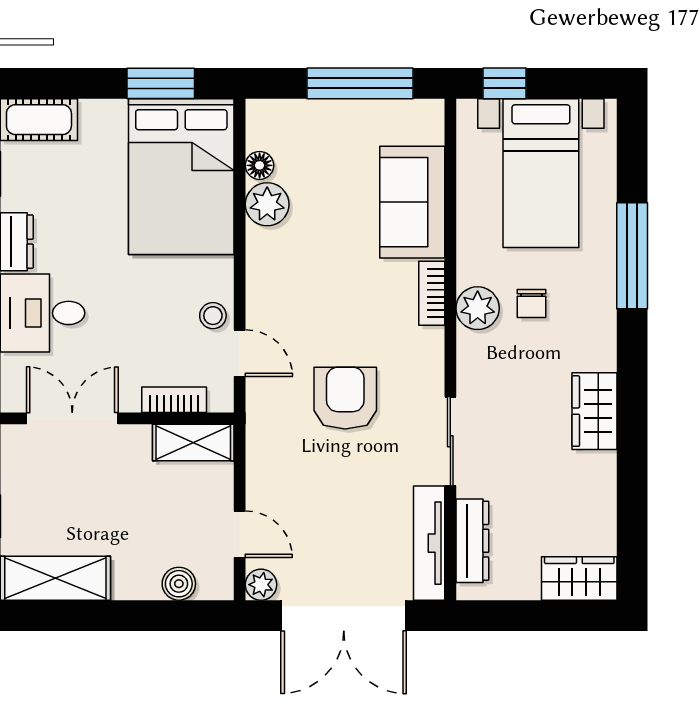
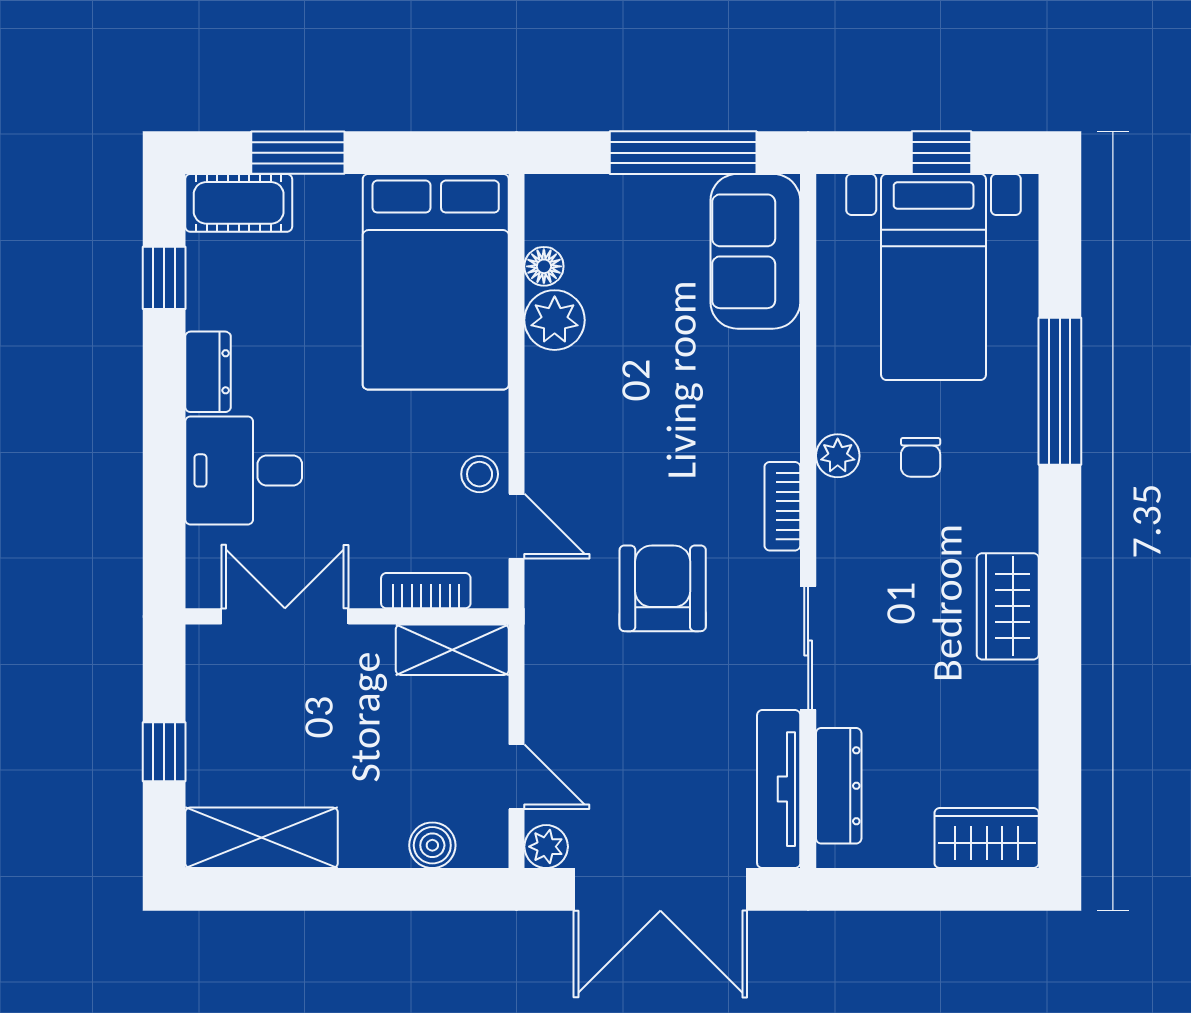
window: (161, 83) -> (298, 153), moved
window: (504, 83) -> (941, 153), moved
sofa: (412, 202) -> (755, 251), moved
bookcase: (432, 293) -> (782, 506), moved
plant: (478, 308) -> (838, 456), width x0.73, depth x0.73

